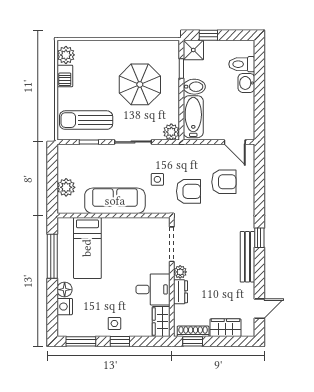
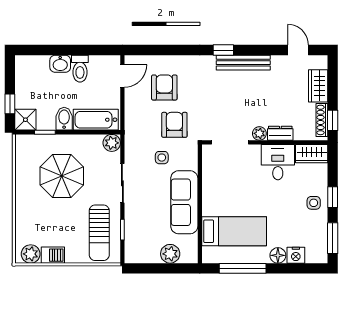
toilet: (242, 64) -> (80, 69), moved

